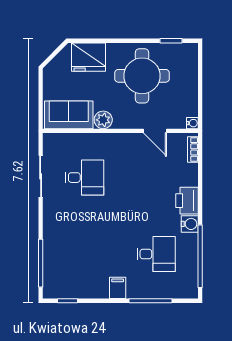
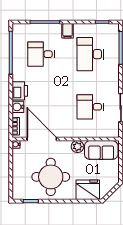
door: (155, 131) -> (42, 139), width x1.87
water cooler: (190, 224) -> (18, 107), moved
desk: (85, 254) -> (90, 54), added

